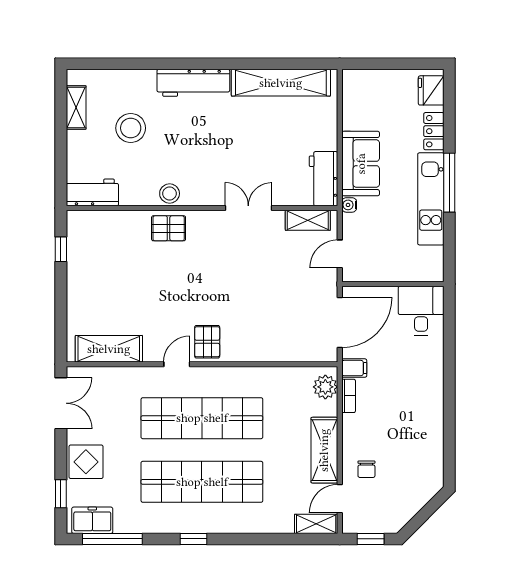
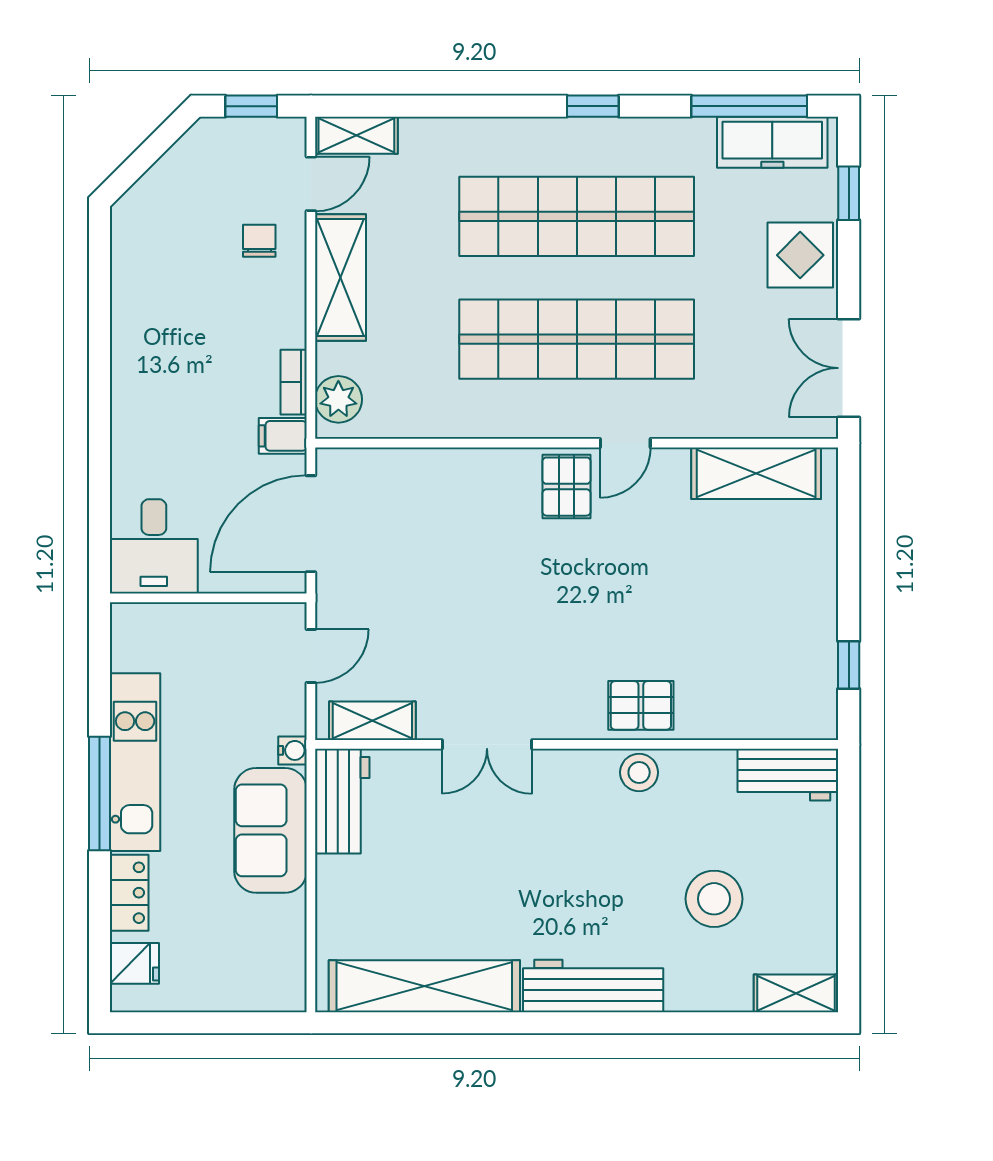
fridge: (431, 90) -> (134, 963), width x0.72
shelving: (76, 107) -> (796, 993), moved, turned 90
freezer: (92, 520) -> (772, 142), width x1.40

